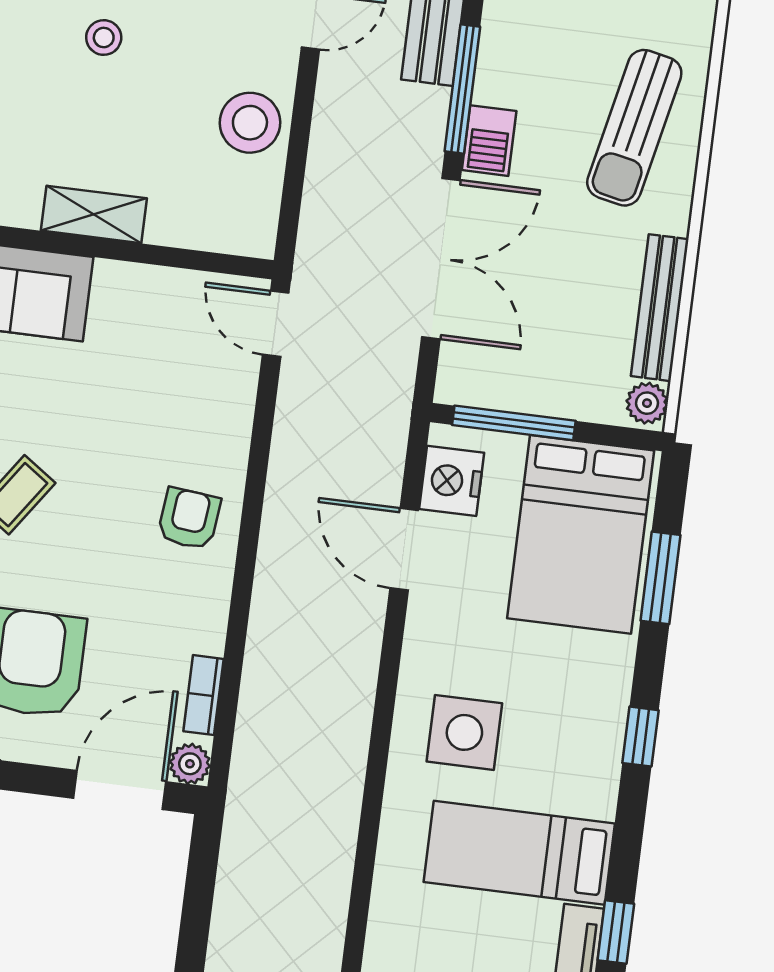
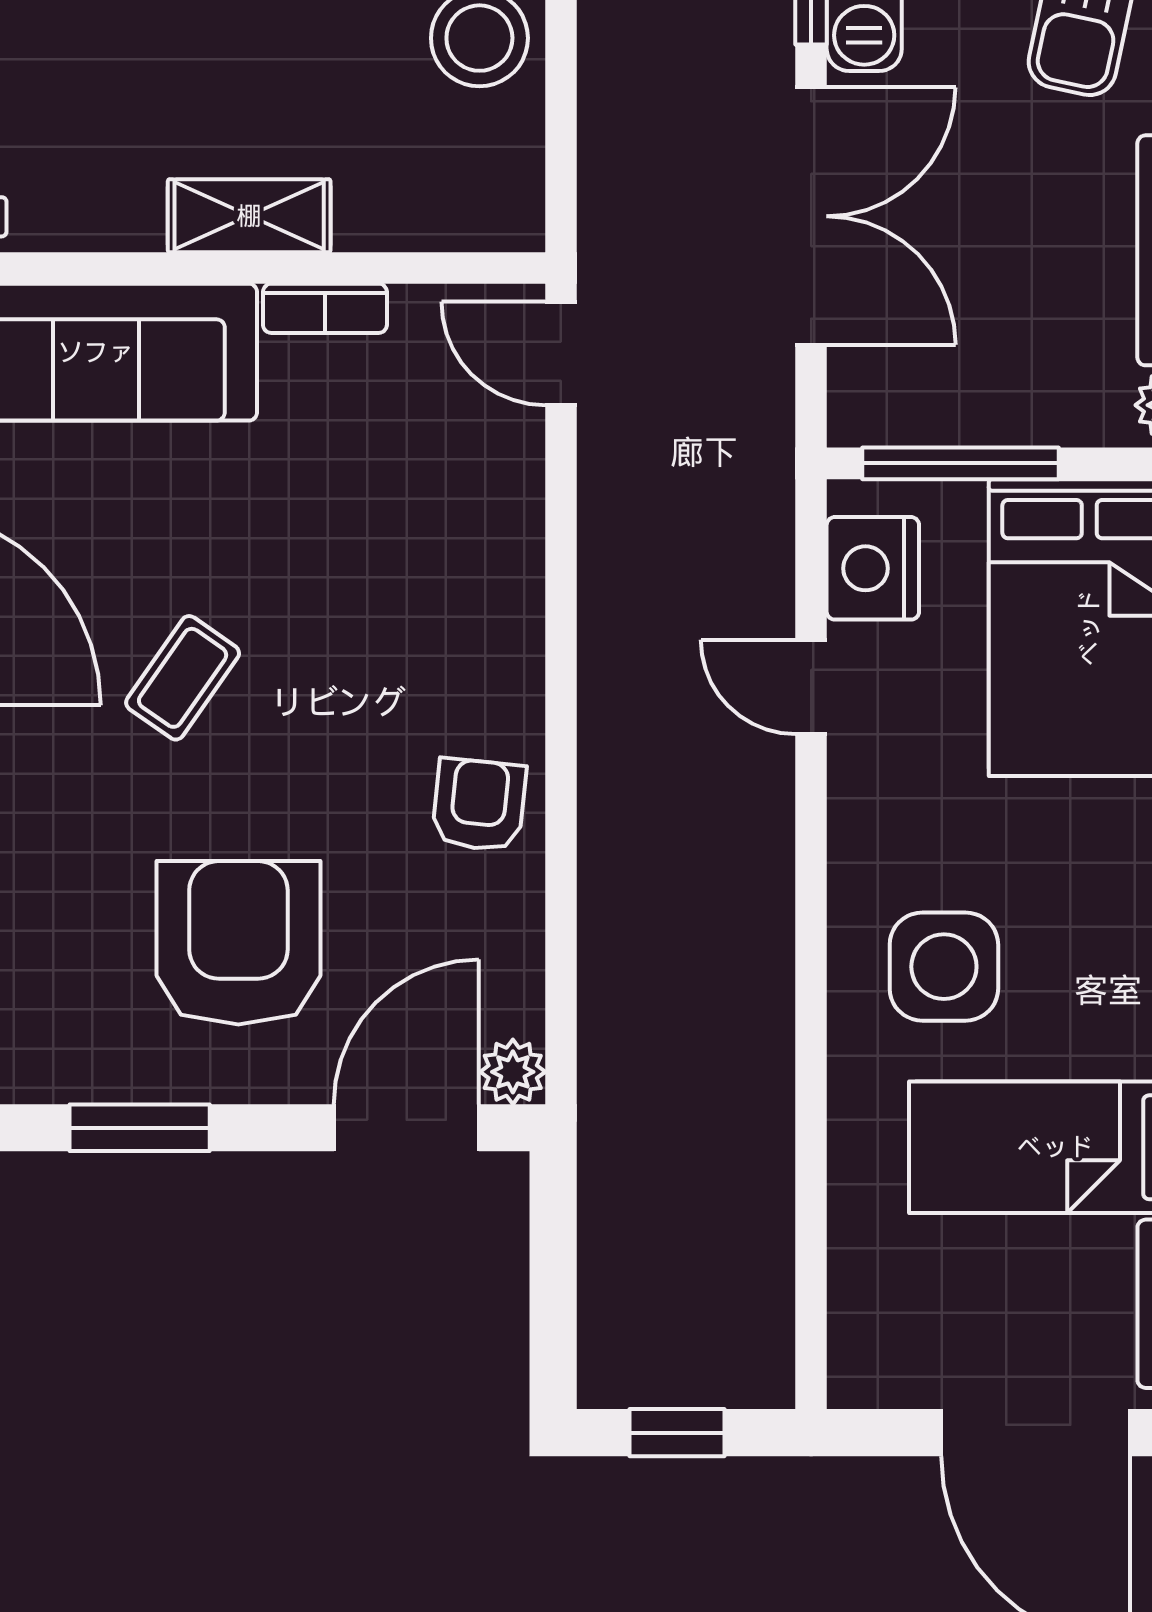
armchair: (189, 519) -> (479, 805), moved
door: (404, 549) -> (811, 687), width x0.73
bookcase: (203, 695) -> (325, 308), moved, turned -90

